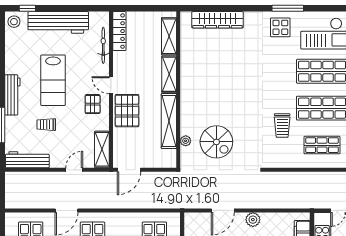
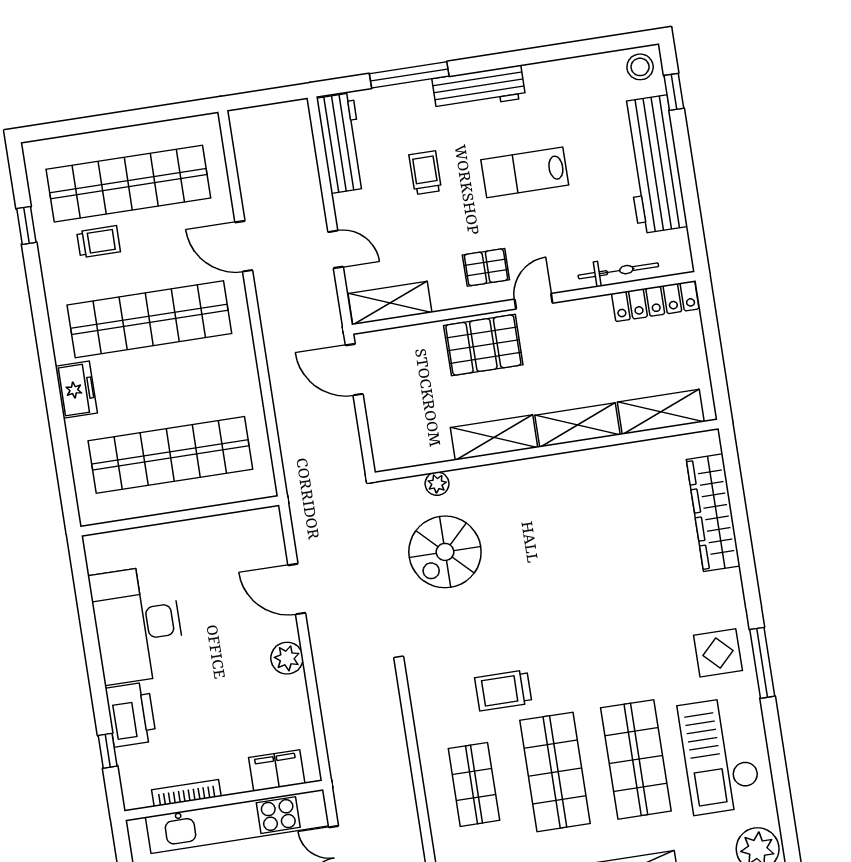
lab bench: (53, 80) -> (525, 172), width x0.73, depth x0.72
shelving: (169, 121) -> (494, 438), width x0.68

